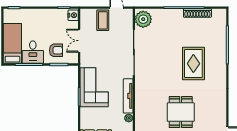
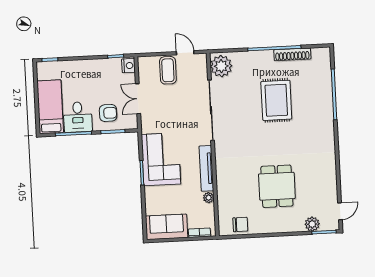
rug: (193, 64) -> (276, 100), moved

